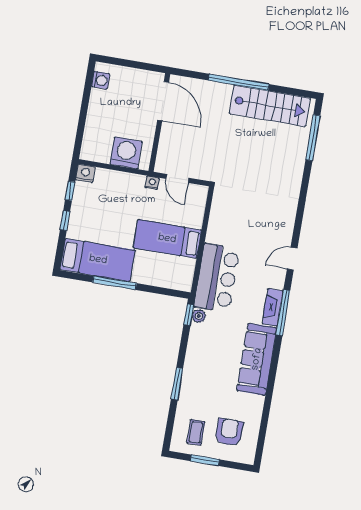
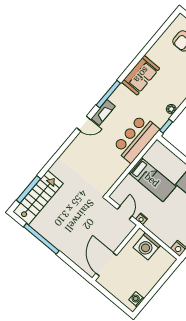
window: (239, 82) -> (41, 239), moved
stairs: (270, 106) -> (38, 198), moved, turned 90
fireplace: (273, 307) -> (103, 112), moved
plant: (199, 316) -> (171, 109), moved
sofa: (257, 359) -> (141, 75), width x0.73

